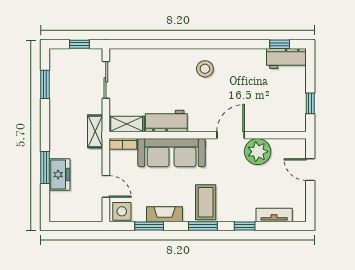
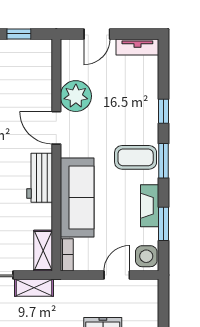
workbench: (166, 121) -> (40, 178), moved
shelving: (95, 131) -> (34, 288), moved
tv unit: (274, 215) -> (137, 47), moved, turned -90

